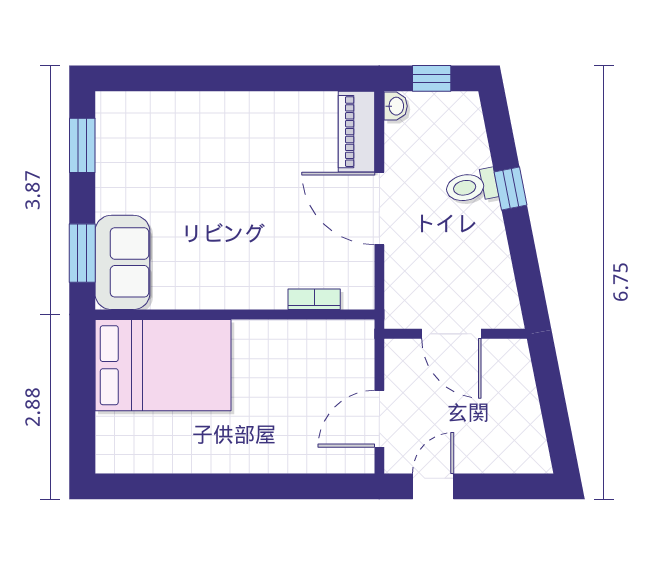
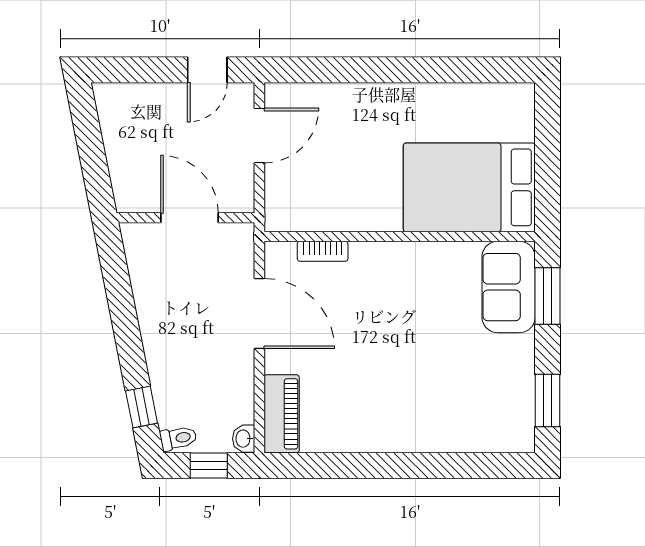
toilet: (472, 186) -> (178, 438), moved, width x0.73, depth x0.72
window: (511, 188) -> (142, 407), moved
door: (379, 208) -> (259, 314), moved

